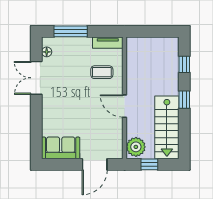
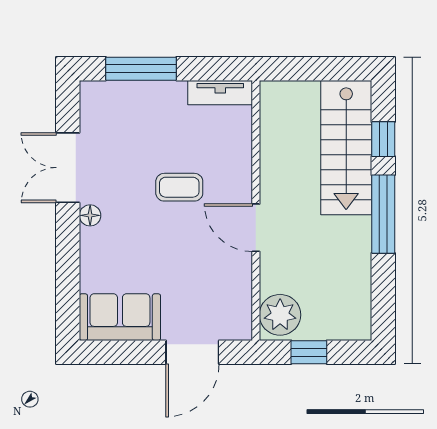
floor lamp: (47, 52) -> (90, 215), moved
coffee table: (102, 72) -> (179, 187), moved
window: (184, 100) -> (383, 214), width x2.17
stairs: (167, 127) -> (346, 148), moved

